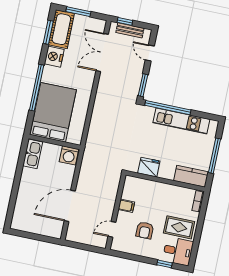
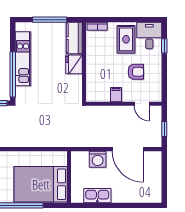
kitchen sink: (33, 154) -> (97, 196), moved
washing machine: (69, 155) -> (98, 159), moved, turned 90
fridge: (149, 167) -> (74, 64), moved
window: (82, 246) -> (164, 129), added

